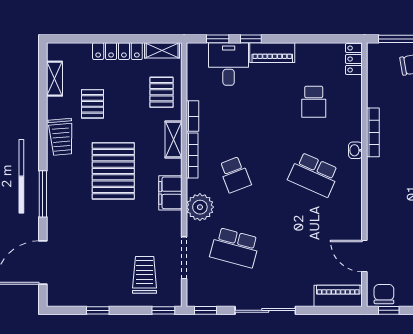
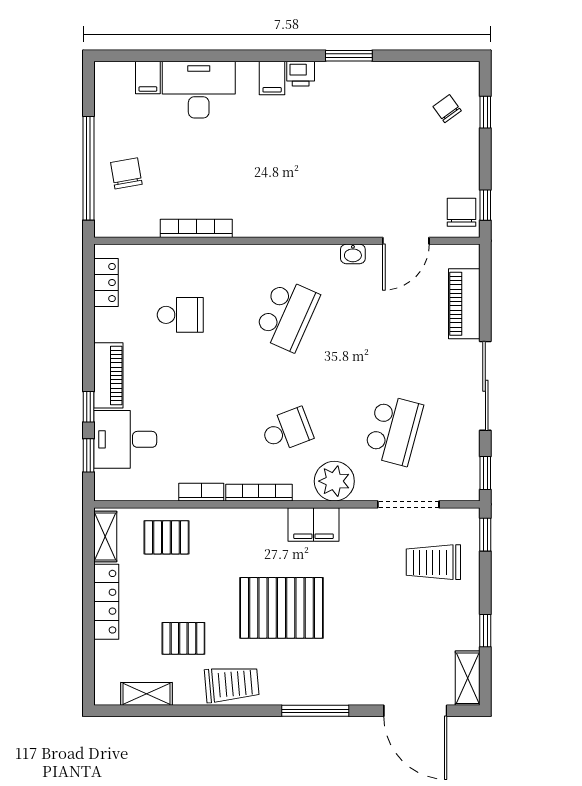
locker: (354, 59) -> (106, 283), moved, turned -90
bookcase: (373, 132) -> (196, 228), moved
shelving: (174, 139) -> (468, 678), moved, turned 90
washbasin: (355, 150) -> (353, 254), moved
chair: (384, 294) -> (461, 212), turned 90
piano: (338, 296) -> (464, 304), moved

